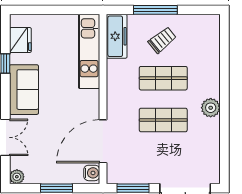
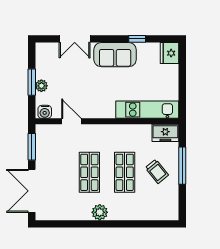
freezer: (117, 36) -> (165, 133), width x0.71
fridge: (20, 40) -> (170, 53), moved, turned 90
door: (103, 141) -> (71, 121), width x0.53
plant: (17, 177) -> (41, 86), moved

